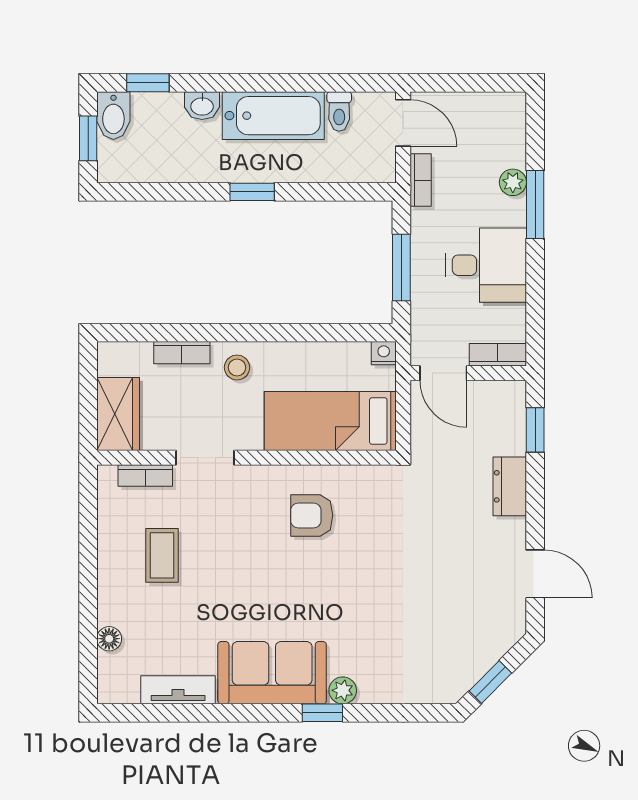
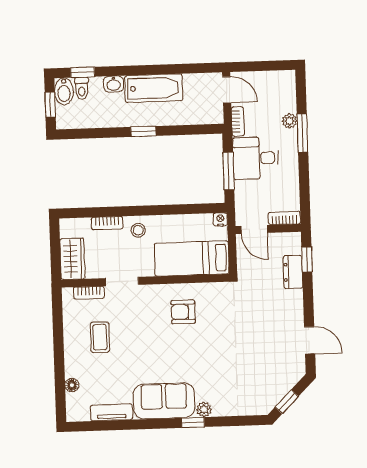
toilet: (339, 111) -> (82, 88), moved
desk: (486, 265) -> (256, 158), moved, turned 180
dresser: (510, 486) -> (293, 272), moved

